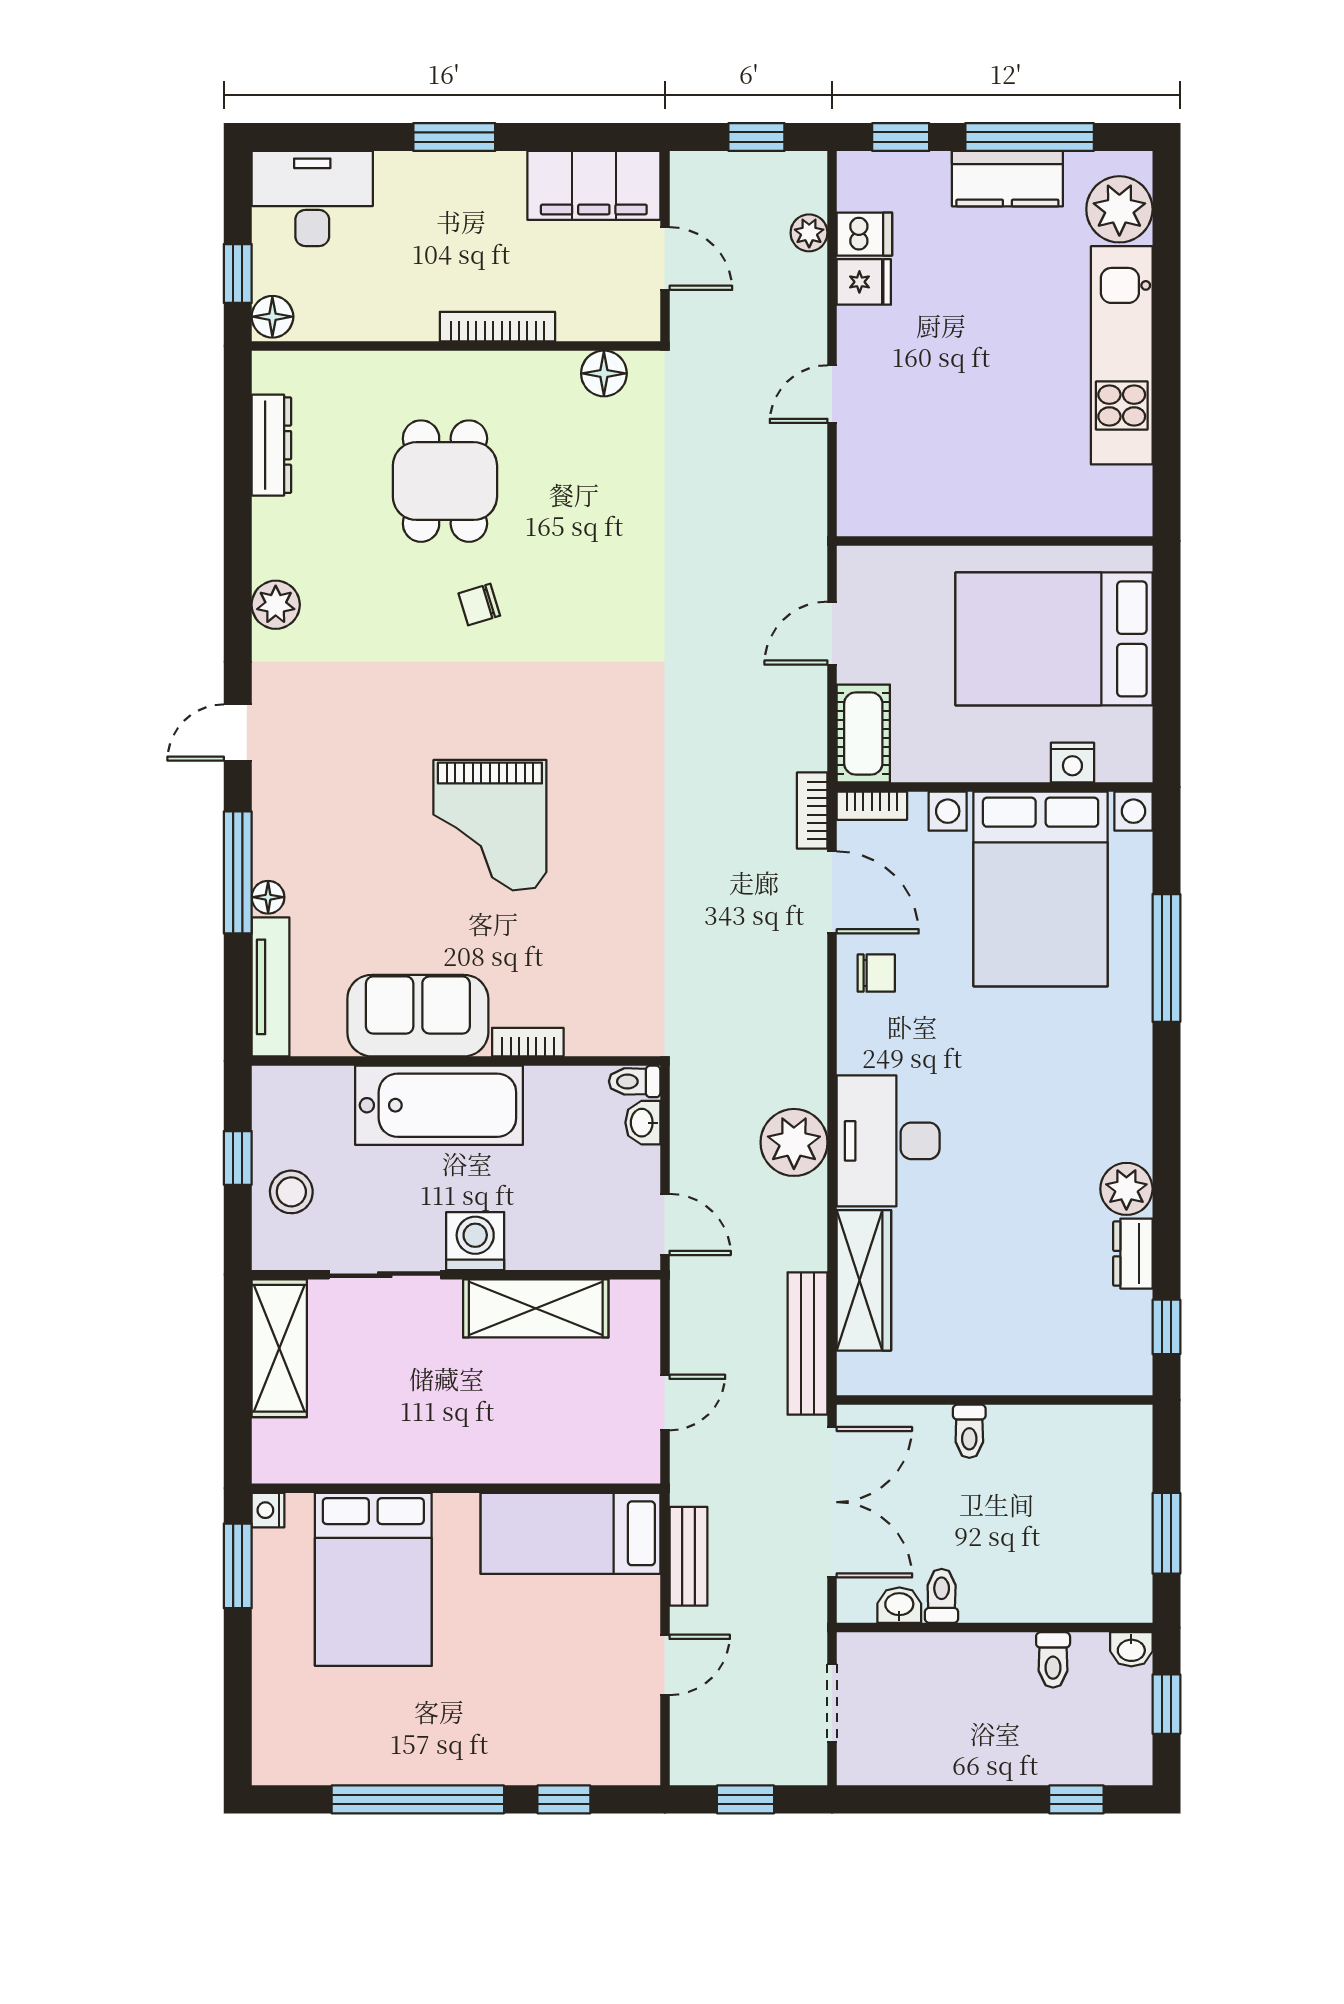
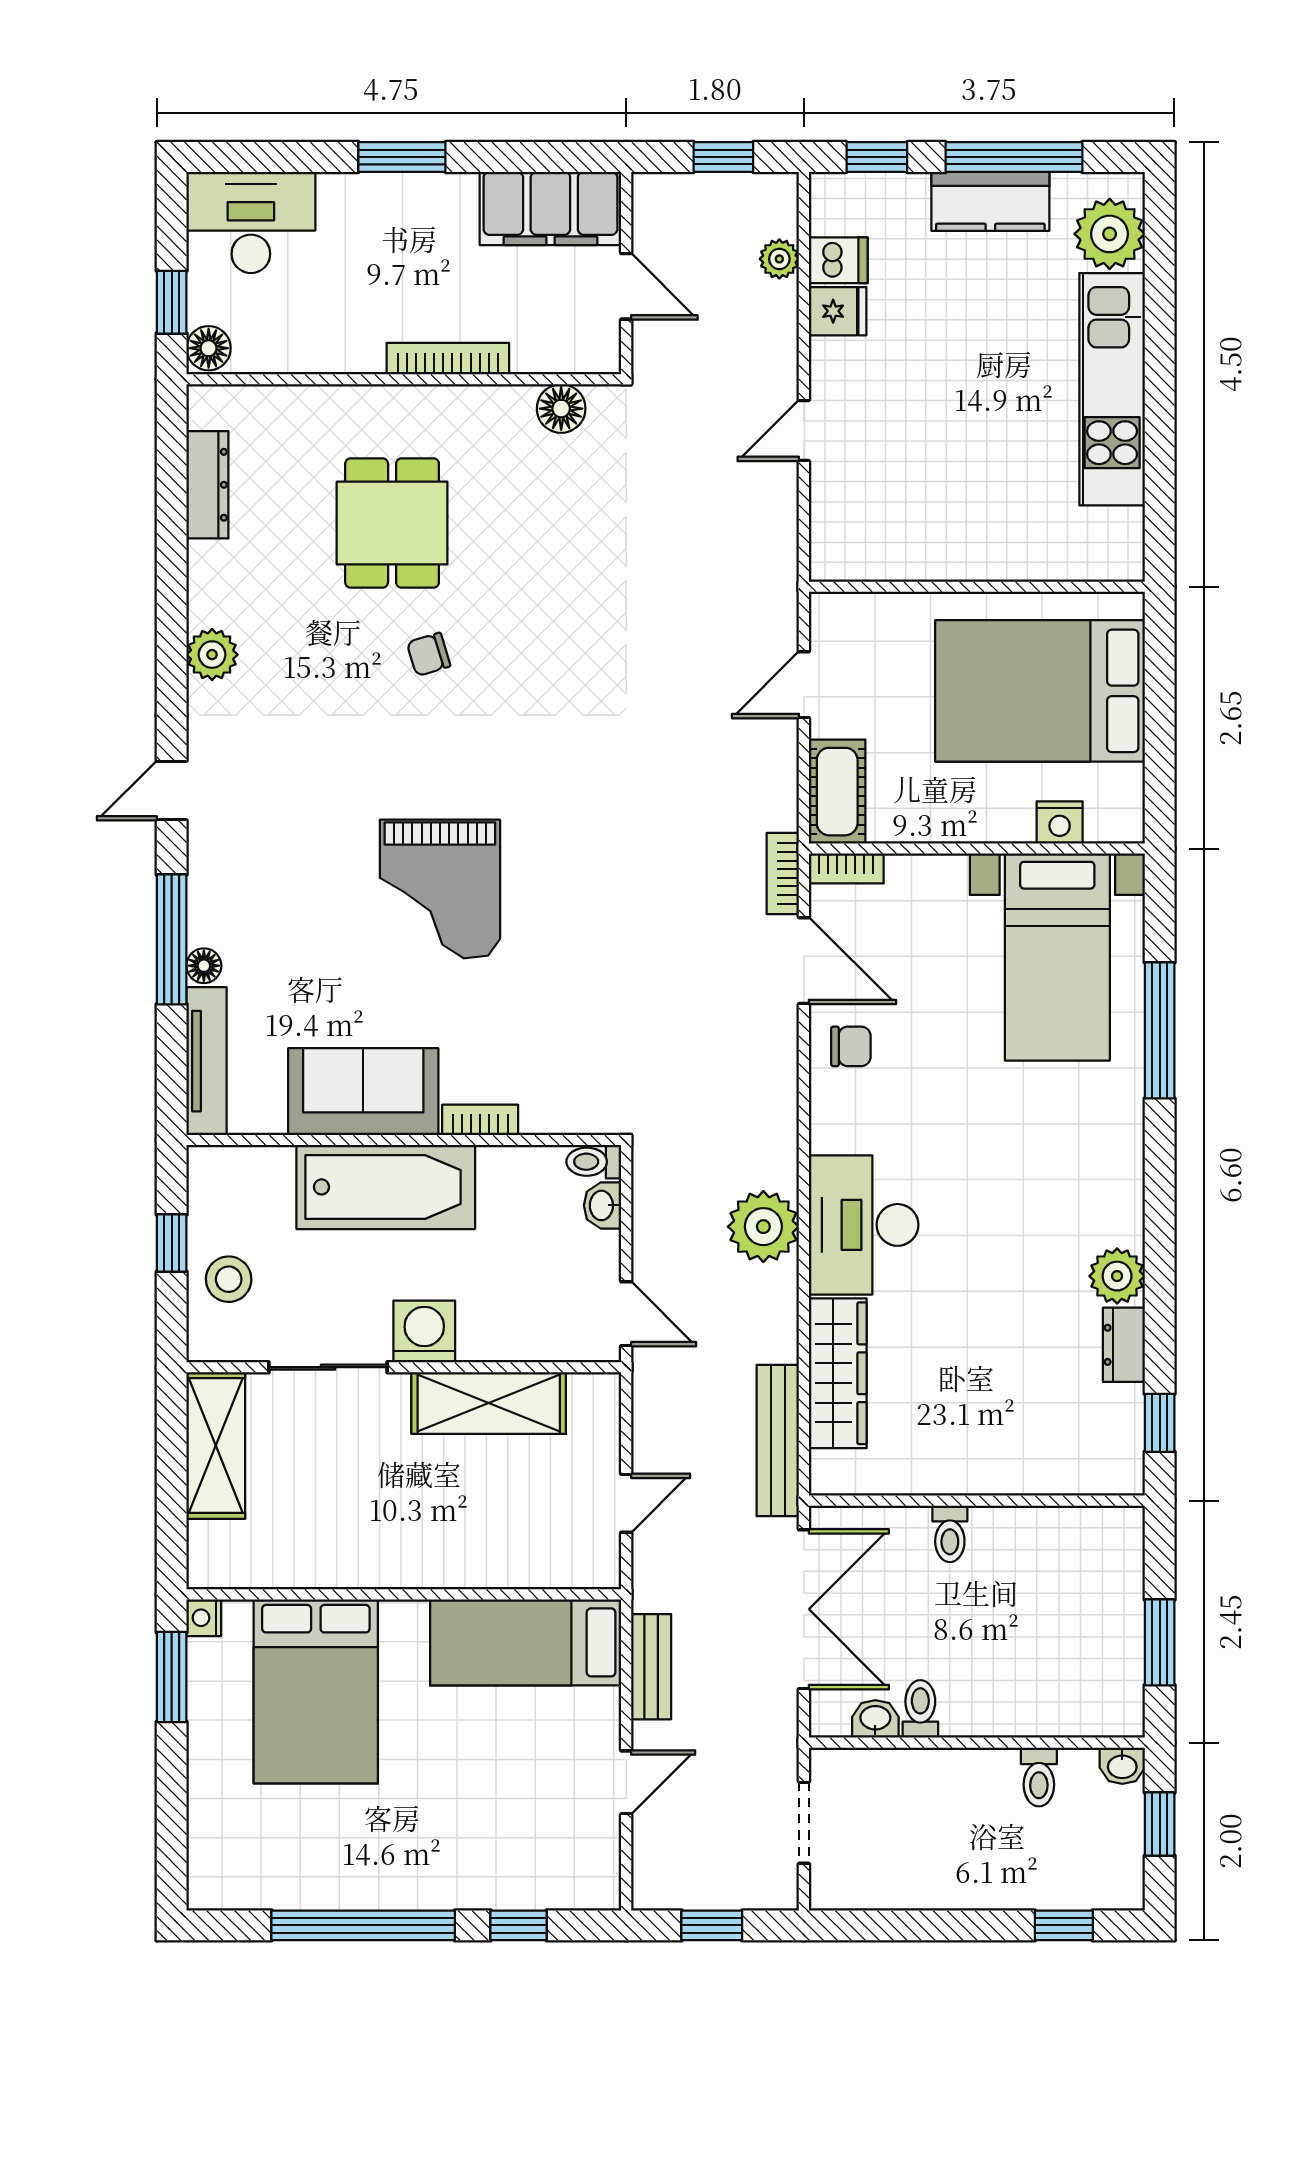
bed with nightstands: (1041, 889) -> (1057, 957), width x0.73

